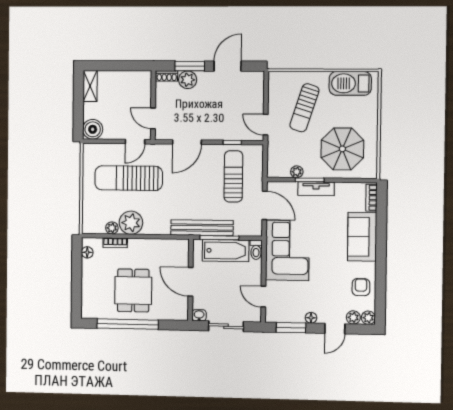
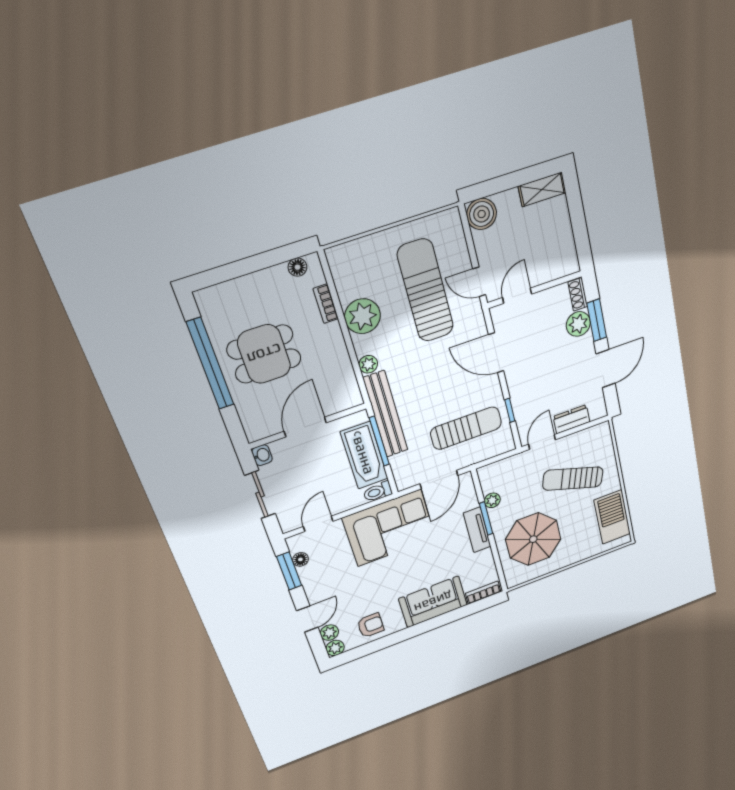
door: (228, 66) -> (606, 369), hinge flipped
dresser: (257, 99) -> (571, 419), added
plant: (112, 228) -> (368, 364), moved
floor lamp: (311, 318) -> (300, 559), moved
door: (335, 329) -> (307, 619), swing flipped

